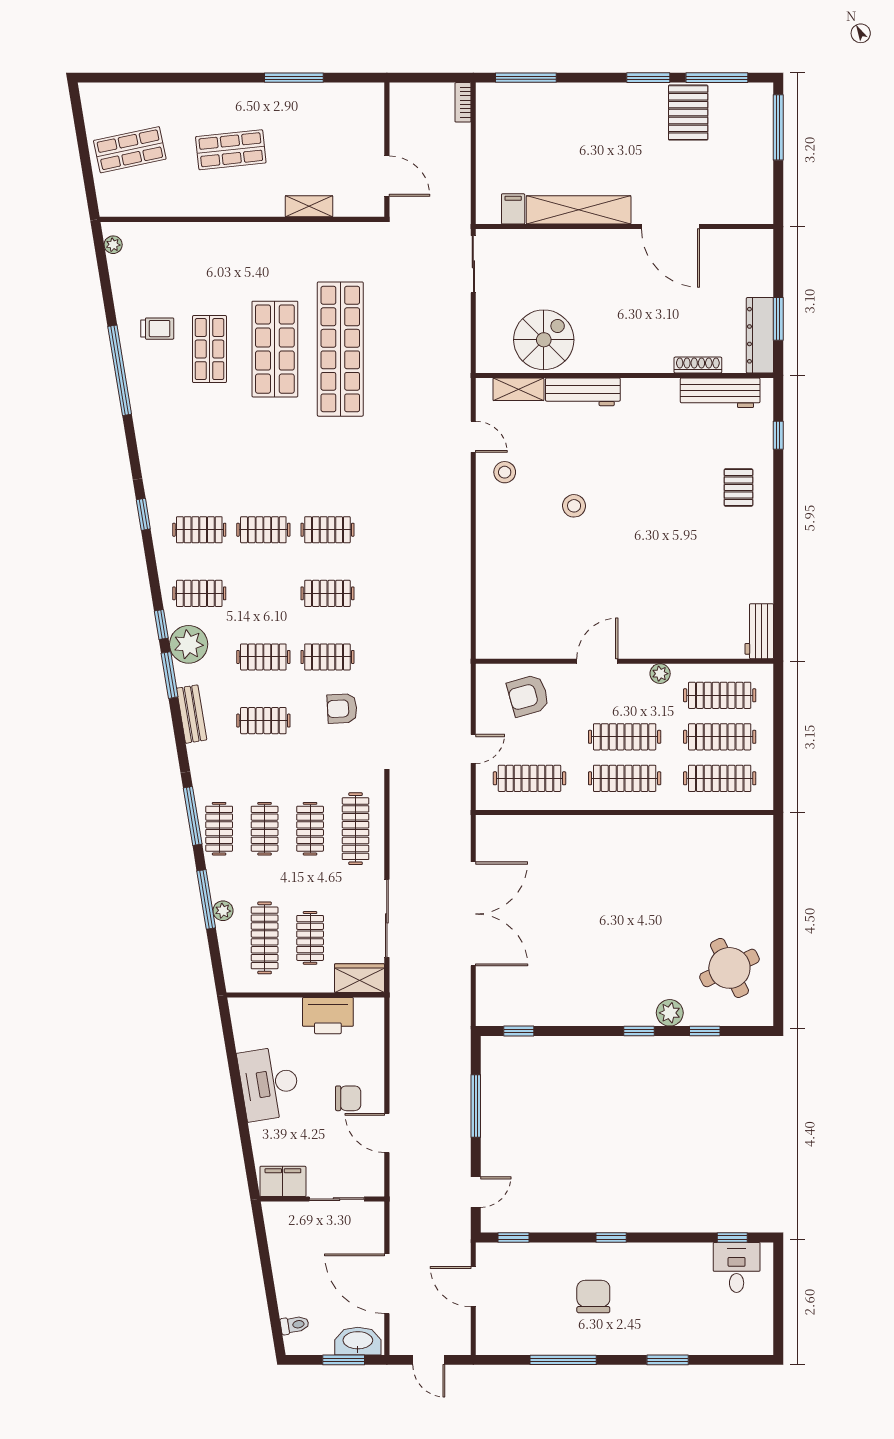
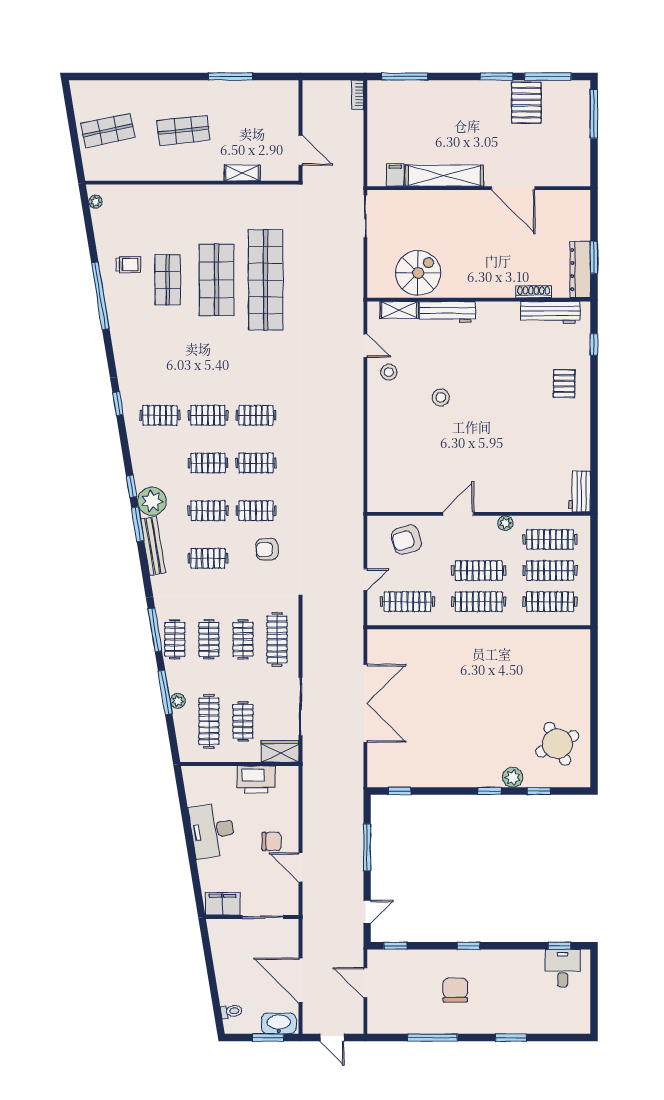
clothes rail: (199, 593) -> (208, 463), moved
bench: (192, 714) -> (153, 546), width x1.36

